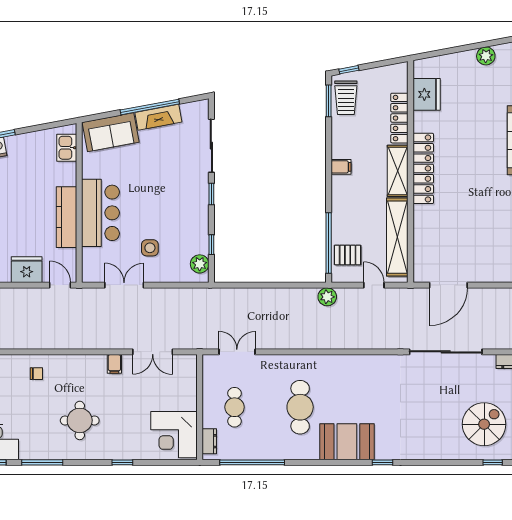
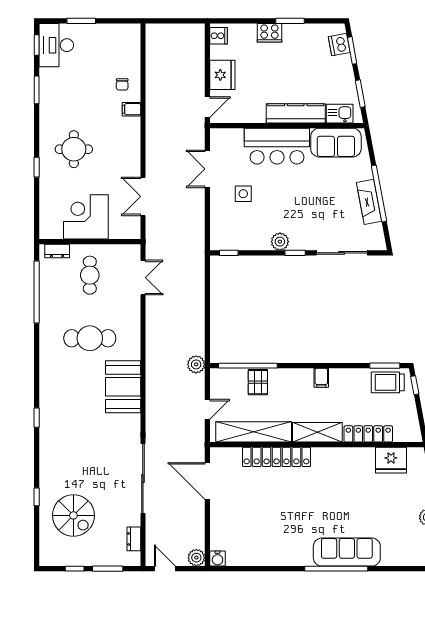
window: (46, 126) -> (360, 94), added
sofa: (111, 132) -> (336, 143), moved, turned -79
locker: (423, 168) -> (276, 457), moved
kitchen counter: (67, 217) -> (296, 113), moved
window: (211, 245) -> (229, 253), moved
pallet: (348, 255) -> (258, 382), moved
plant: (200, 264) -> (280, 242), moved
double door: (124, 285) -> (207, 169), swing flipped
filing cabinet: (114, 364) -> (131, 109), moved
cafe table: (235, 407) -> (90, 275), turned 90
round table: (80, 420) -> (74, 149), moved
corner desk: (174, 435) -> (86, 217), moved
booth: (347, 442) -> (123, 387), moved
window: (42, 462) -> (37, 90), width x0.69
window: (493, 462) -> (37, 497), moved

